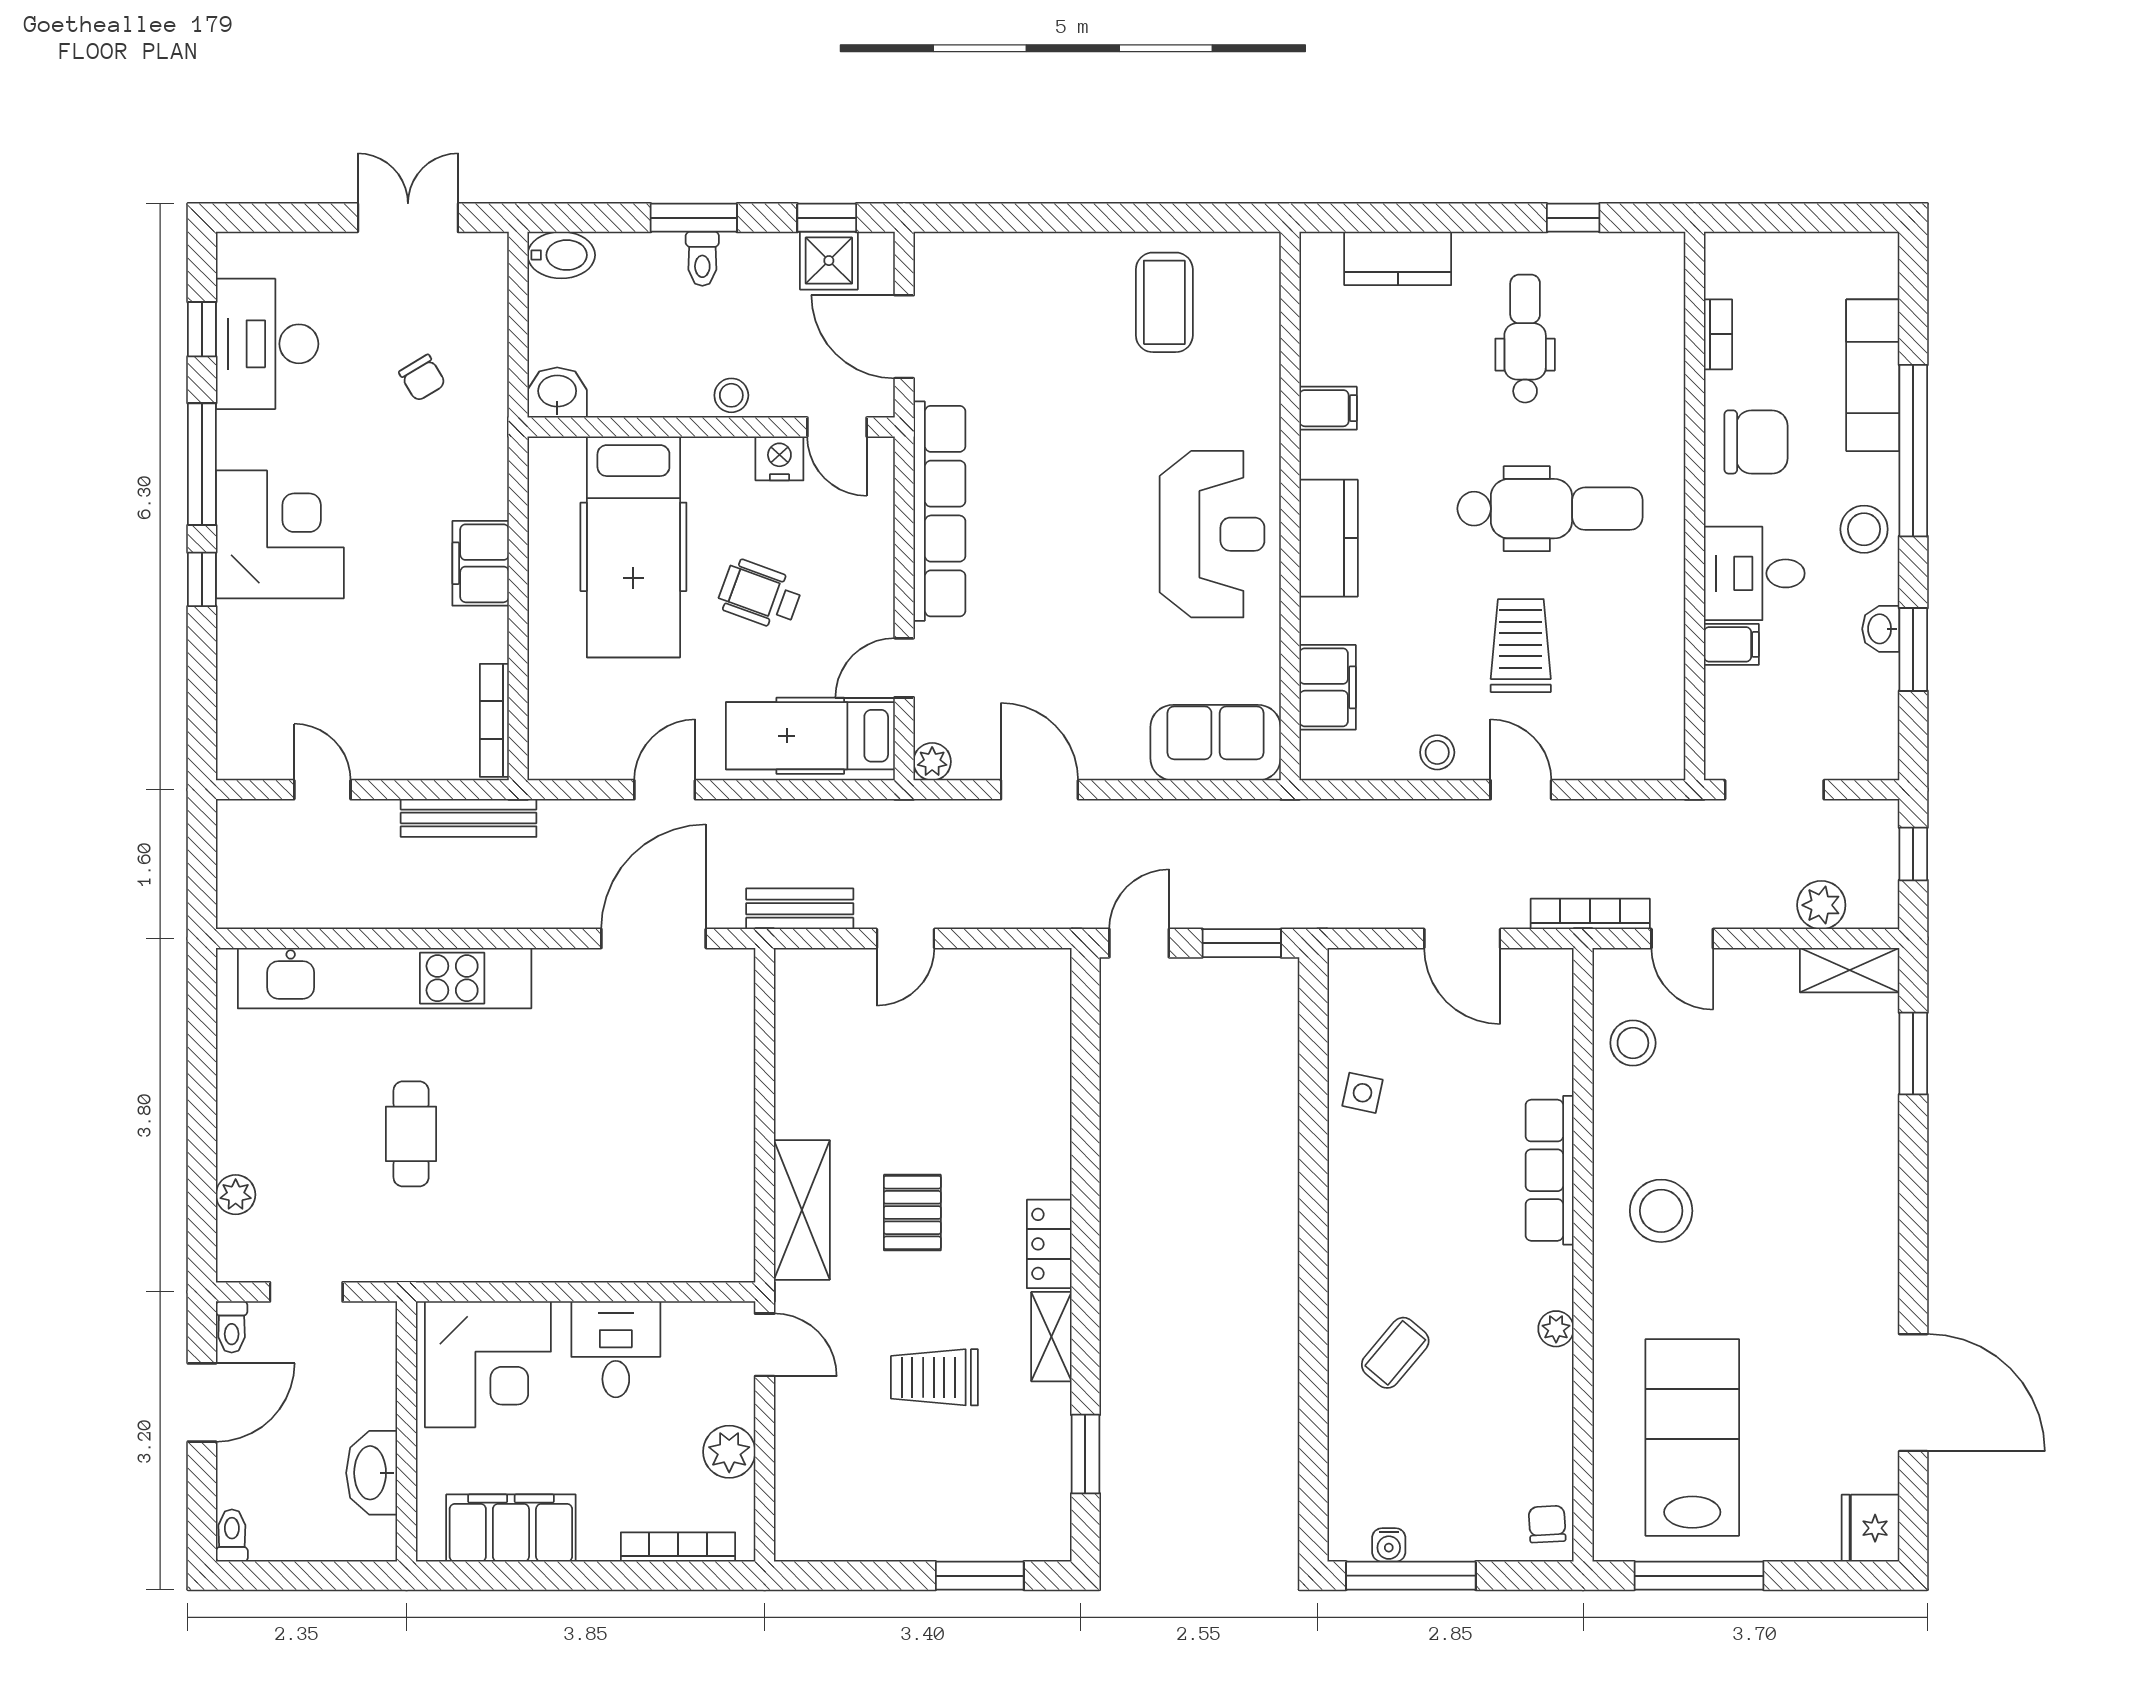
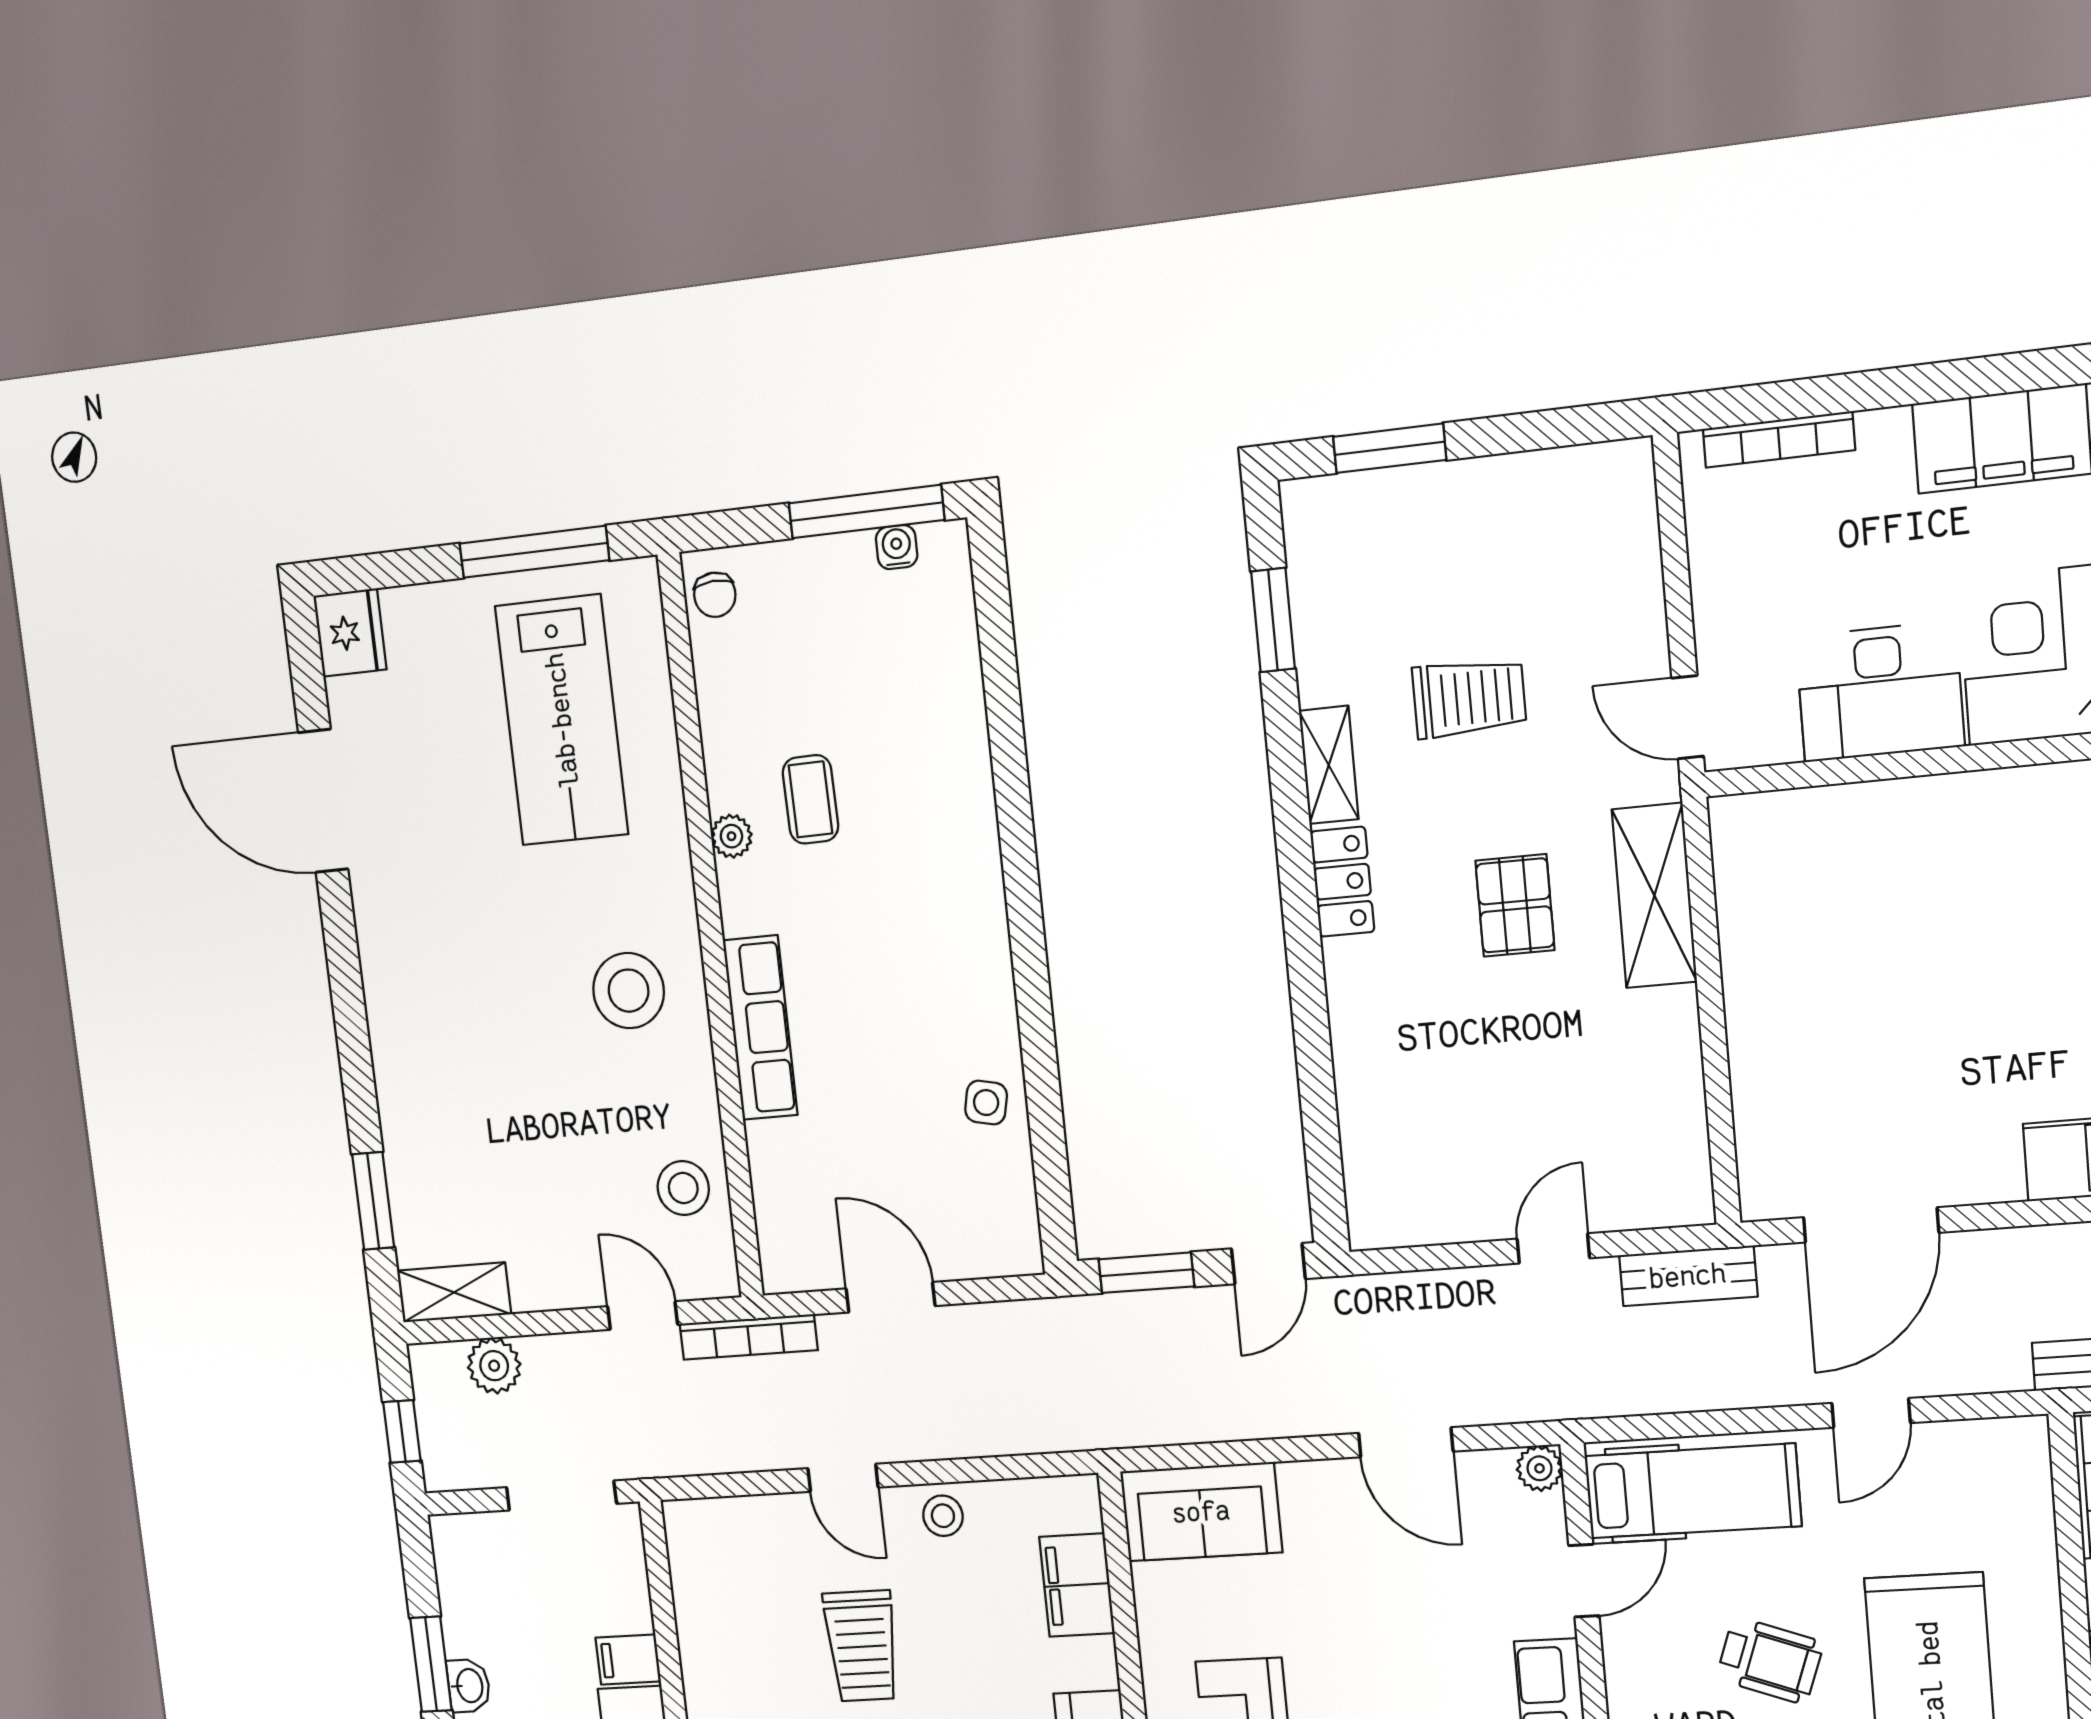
desk: (616, 1349) -> (1880, 691), width x1.37
coffee table: (1395, 1353) -> (810, 799), moved, turned -41
plant: (729, 1452) -> (1722, 573), removed

